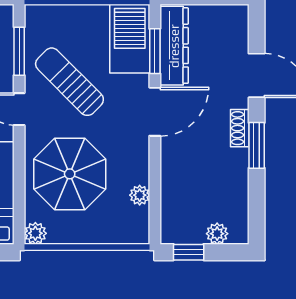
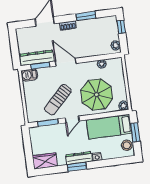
barbecue: (130, 39) -> (29, 75), width x0.53, depth x0.65
window: (257, 145) -> (86, 16), moved
plant: (217, 234) -> (116, 45), moved
window: (189, 252) -> (121, 27), moved

